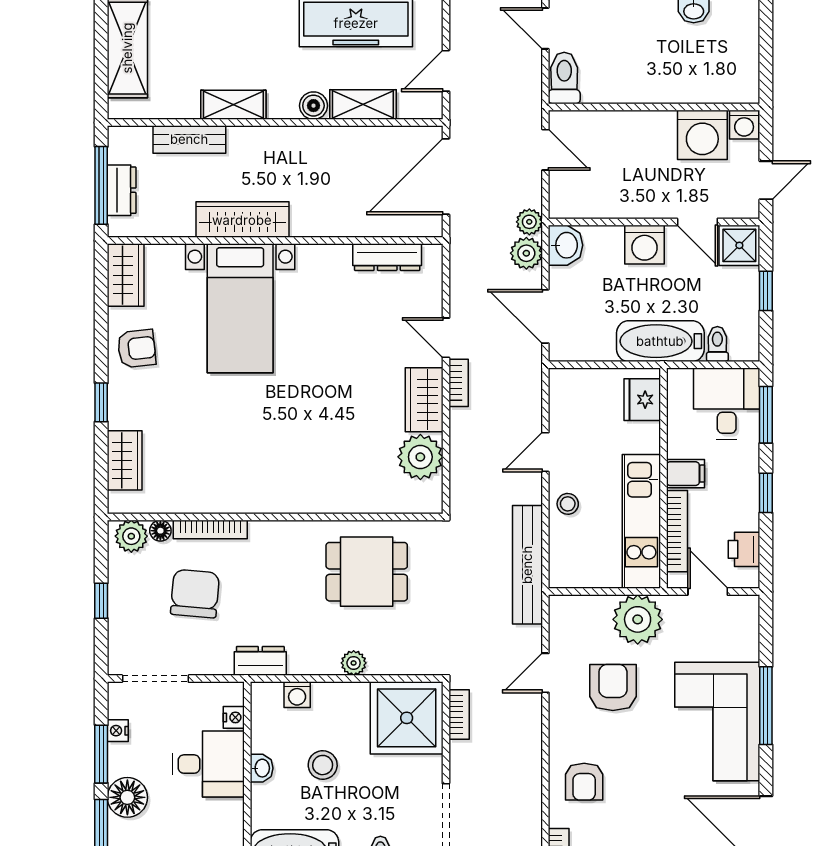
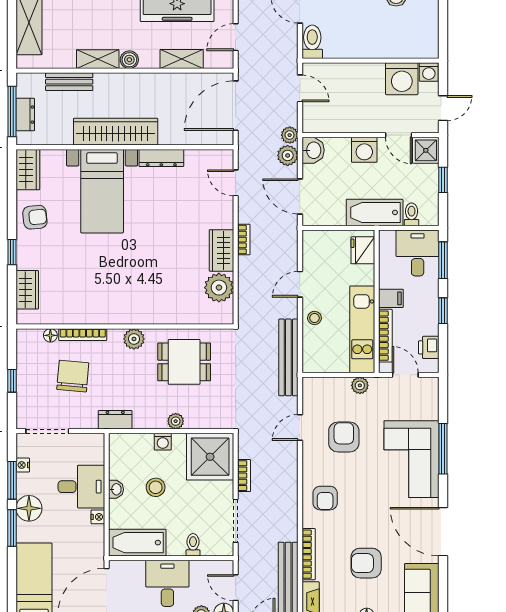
boiler: (313, 106) -> (129, 60), moved
wardrobe: (242, 220) -> (116, 132), width x1.40, depth x1.17
dresser: (387, 257) -> (161, 158), moved
door: (446, 338) -> (236, 183), moved
plant: (131, 536) -> (134, 339), moved
plant: (638, 619) -> (360, 385), width x0.53, depth x0.53
washing machine: (297, 695) -> (163, 442), moved
bookcase: (459, 715) -> (244, 476), moved
nightstand: (234, 717) -> (98, 517), moved

